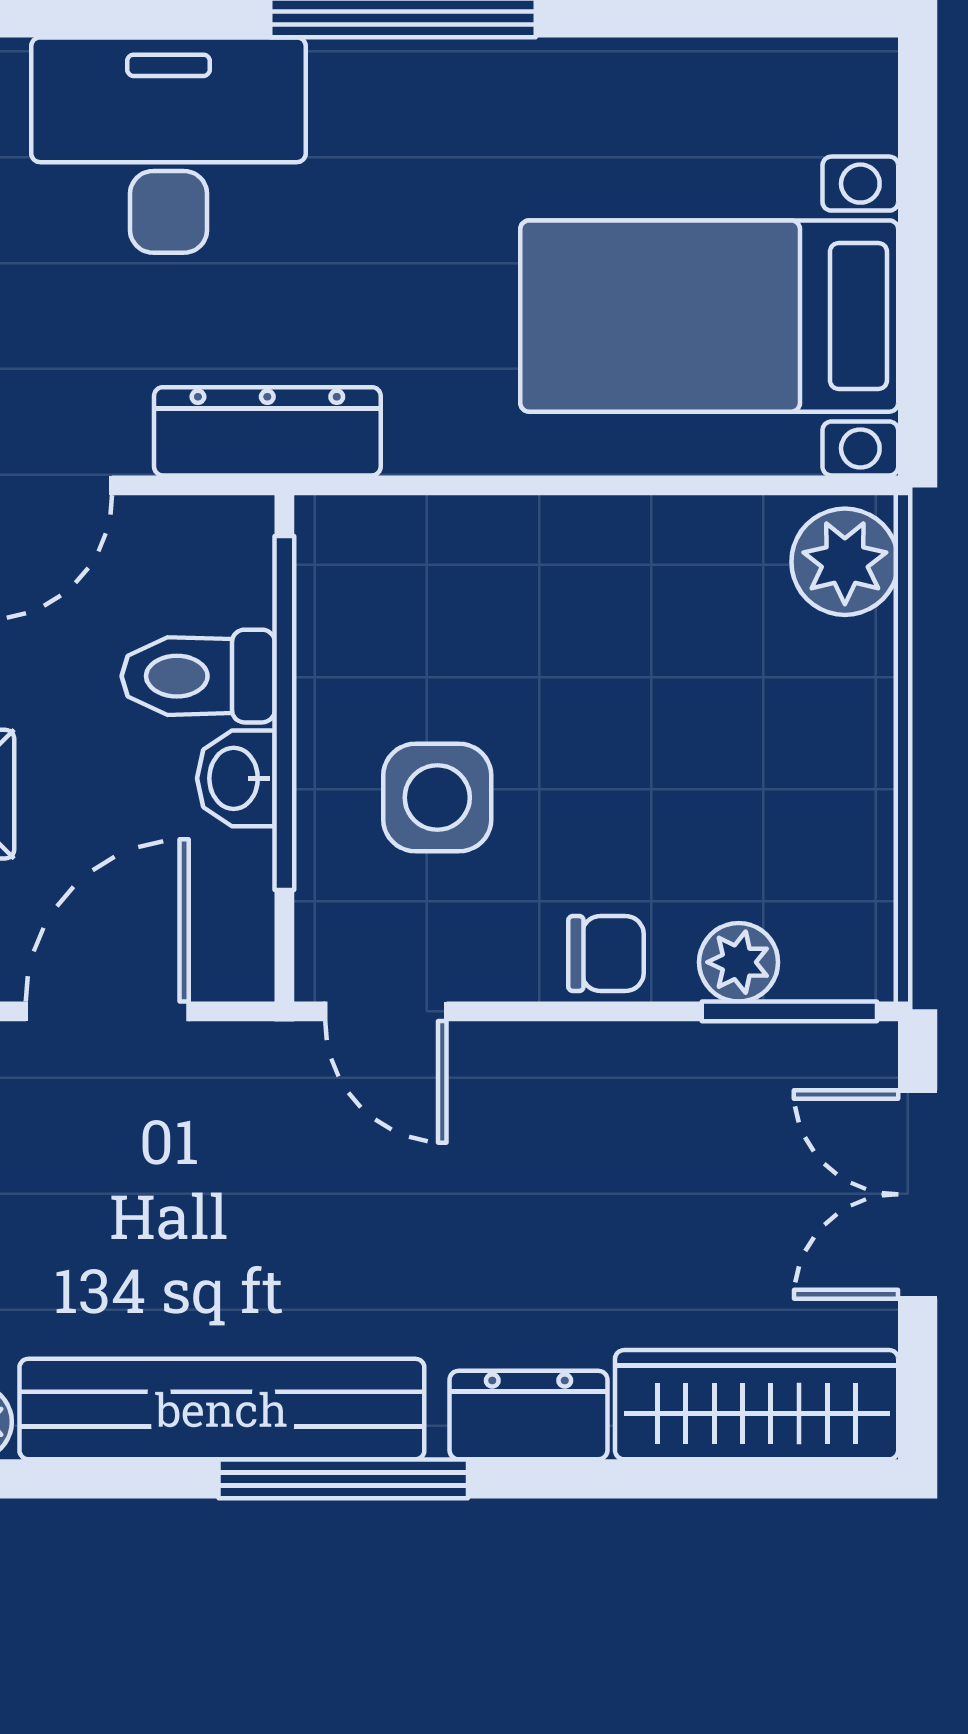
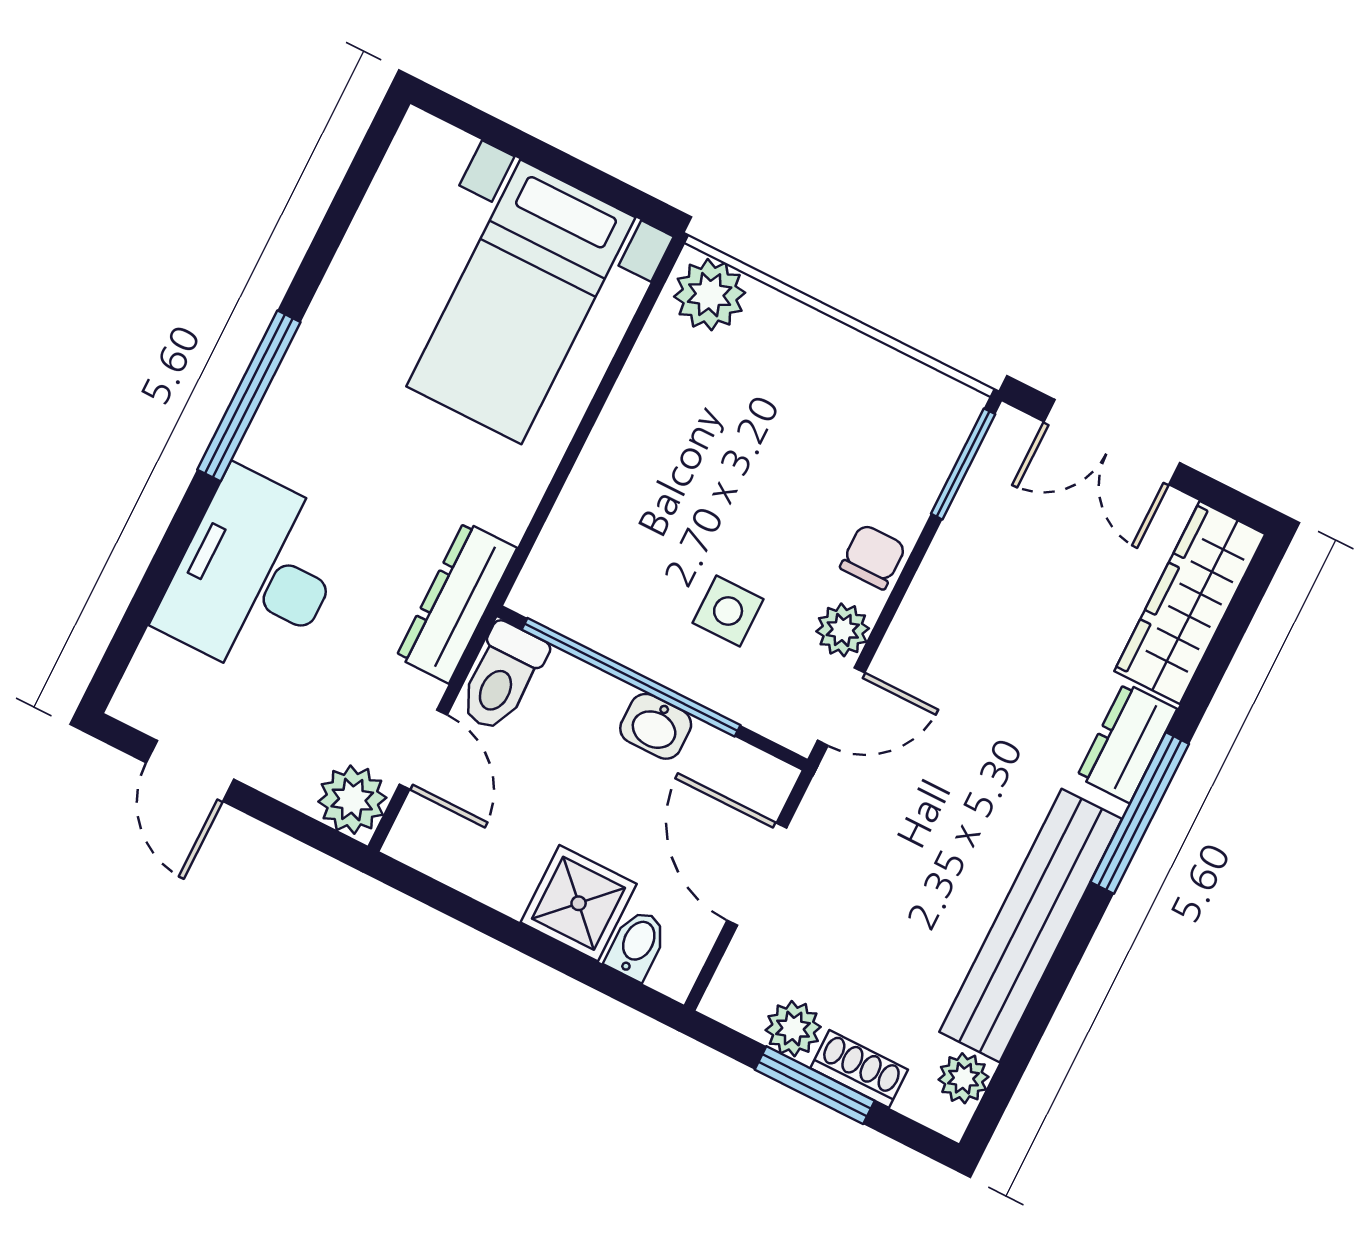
toilet: (198, 676) -> (502, 677), moved
side table: (437, 798) -> (728, 611), width x0.73, depth x0.73
plant: (739, 962) -> (843, 630), moved
window: (343, 1479) -> (1140, 813), moved

